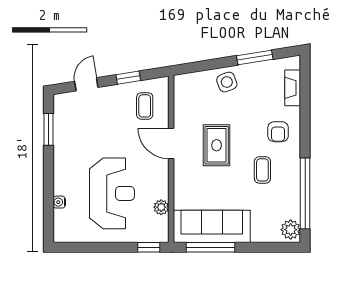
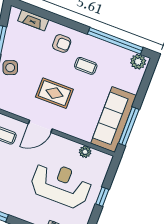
window: (149, 247) -> (102, 197), moved

